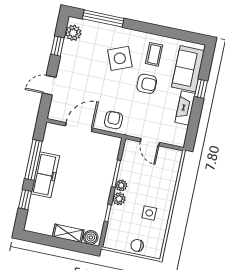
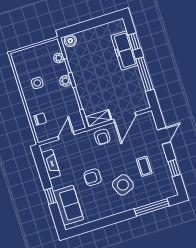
plant: (73, 33) -> (168, 184), removed
coffee table: (154, 54) -> (144, 166), moved
fireplace: (185, 108) -> (51, 164), moved
door: (150, 142) -> (66, 136), hinge flipped
freezer: (45, 175) -> (124, 50), moved
plant: (121, 185) -> (59, 58), moved
shelving: (68, 233) -> (98, 118), moved
chair: (137, 245) -> (40, 119), moved

